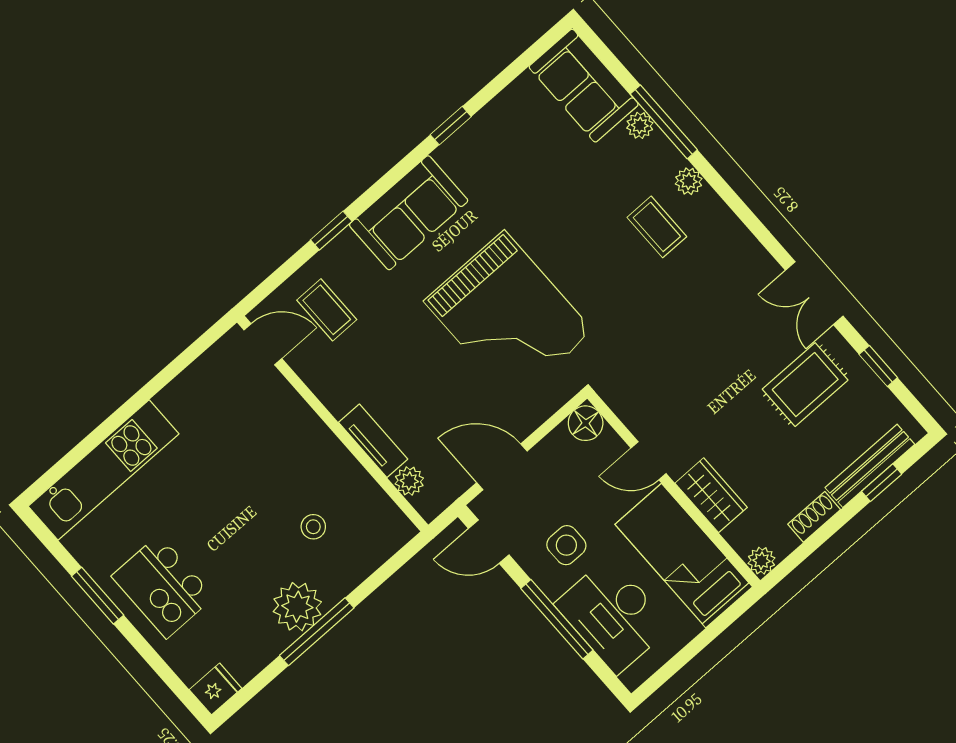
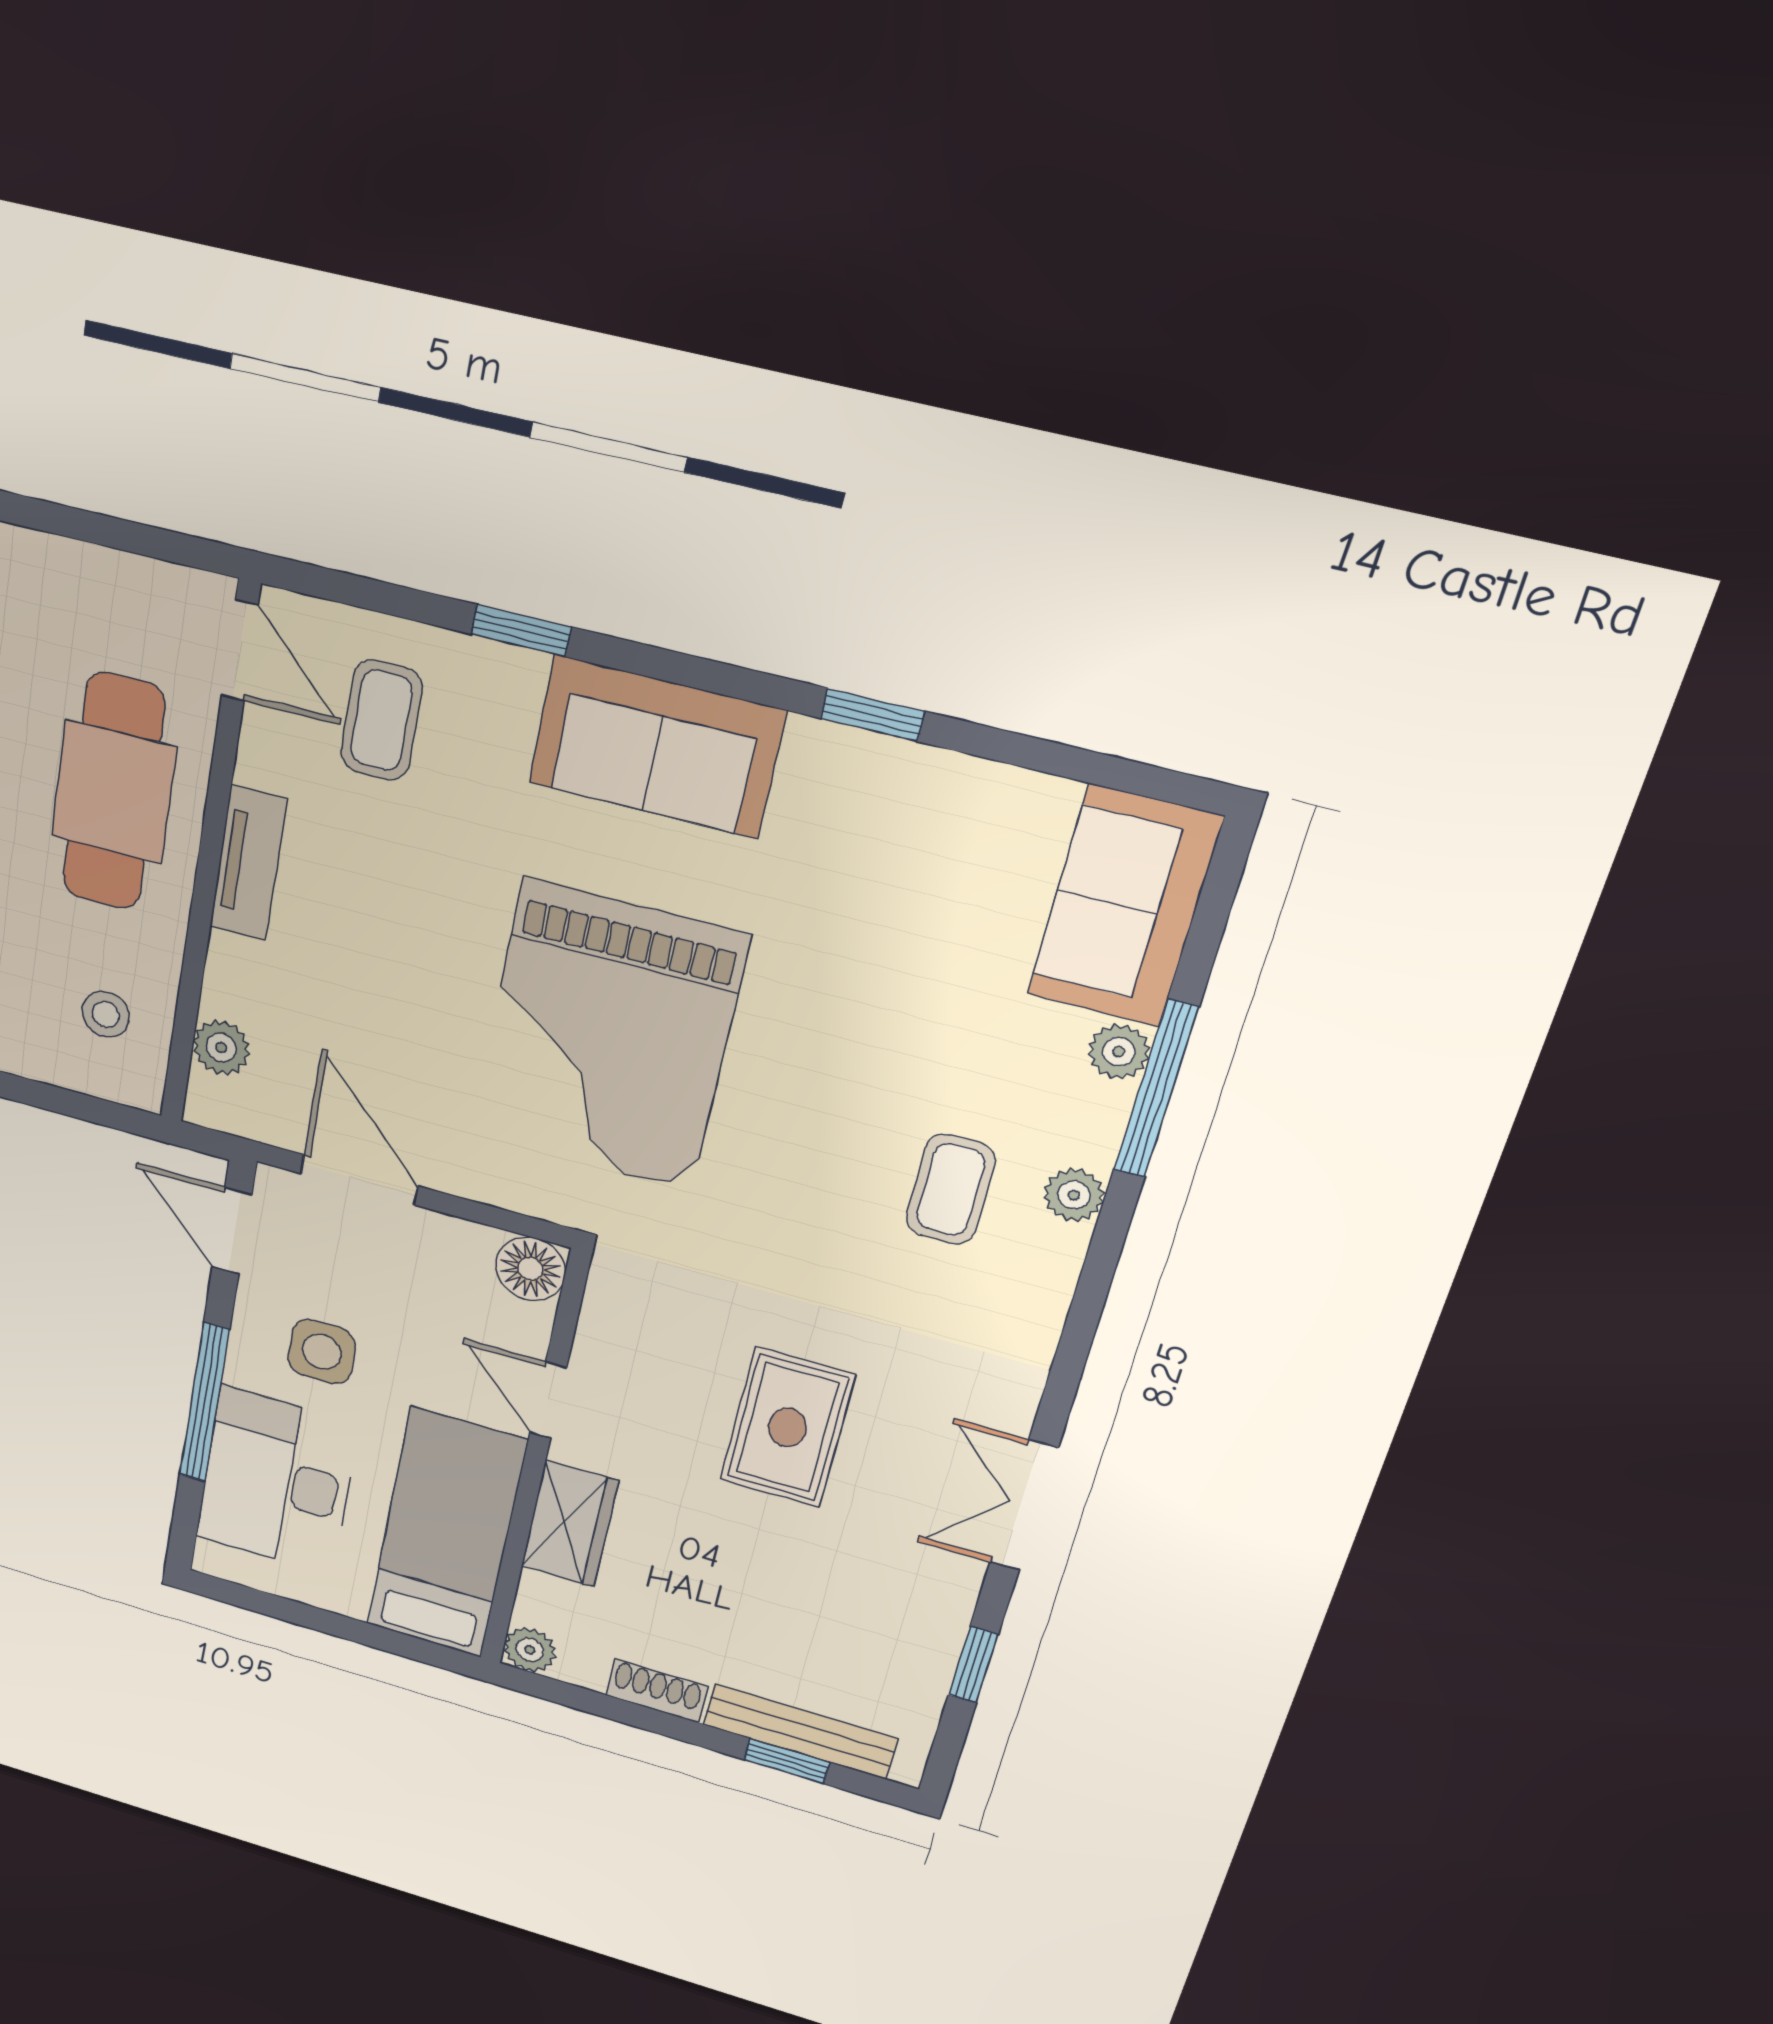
rug: (805, 385) -> (787, 1427), moved, turned 90
cafe table: (279, 440) -> (114, 792), added
tv unit: (373, 441) -> (248, 863), moved
stool: (313, 527) -> (106, 1014), moved

